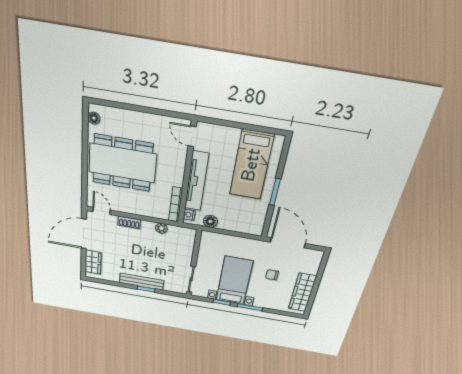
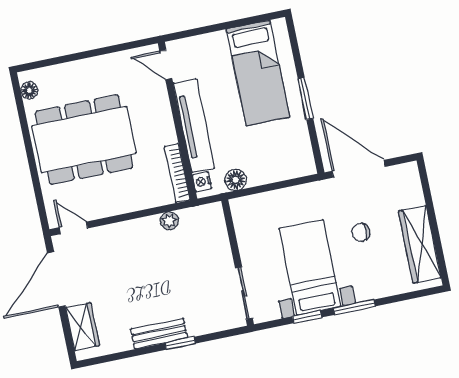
shoe rack: (129, 222) -> (119, 231), removed
bench: (142, 282) -> (159, 333), width x0.73

